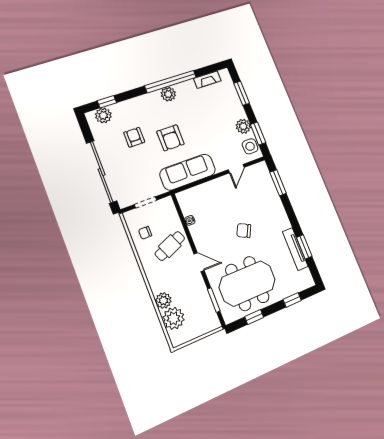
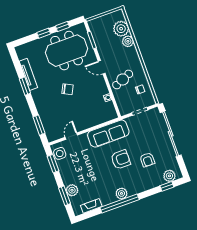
plant: (243, 126) -> (72, 190), moved
armchair: (170, 138) -> (121, 160), turned 90
window: (304, 247) -> (25, 86), moved
window: (292, 300) -> (44, 33), moved

